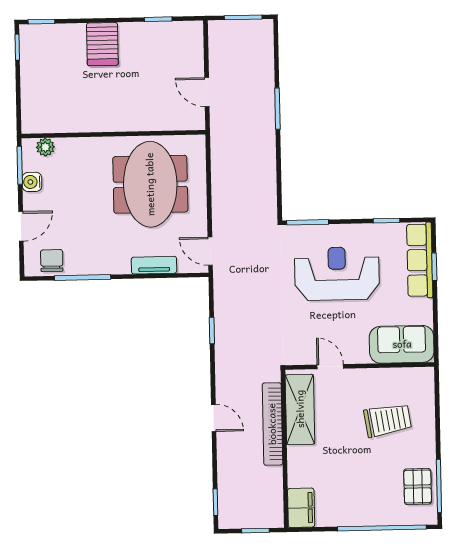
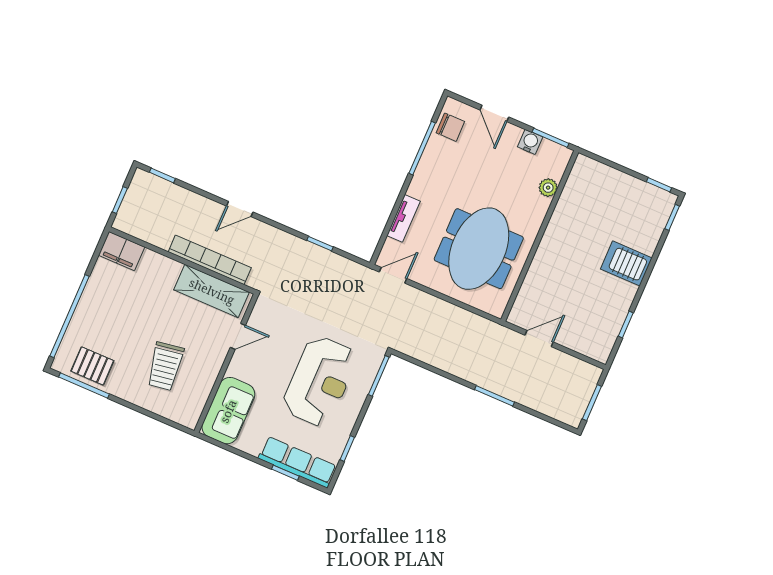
plant: (45, 147) -> (548, 188), moved
meeting table: (150, 184) -> (479, 249), turned 90

